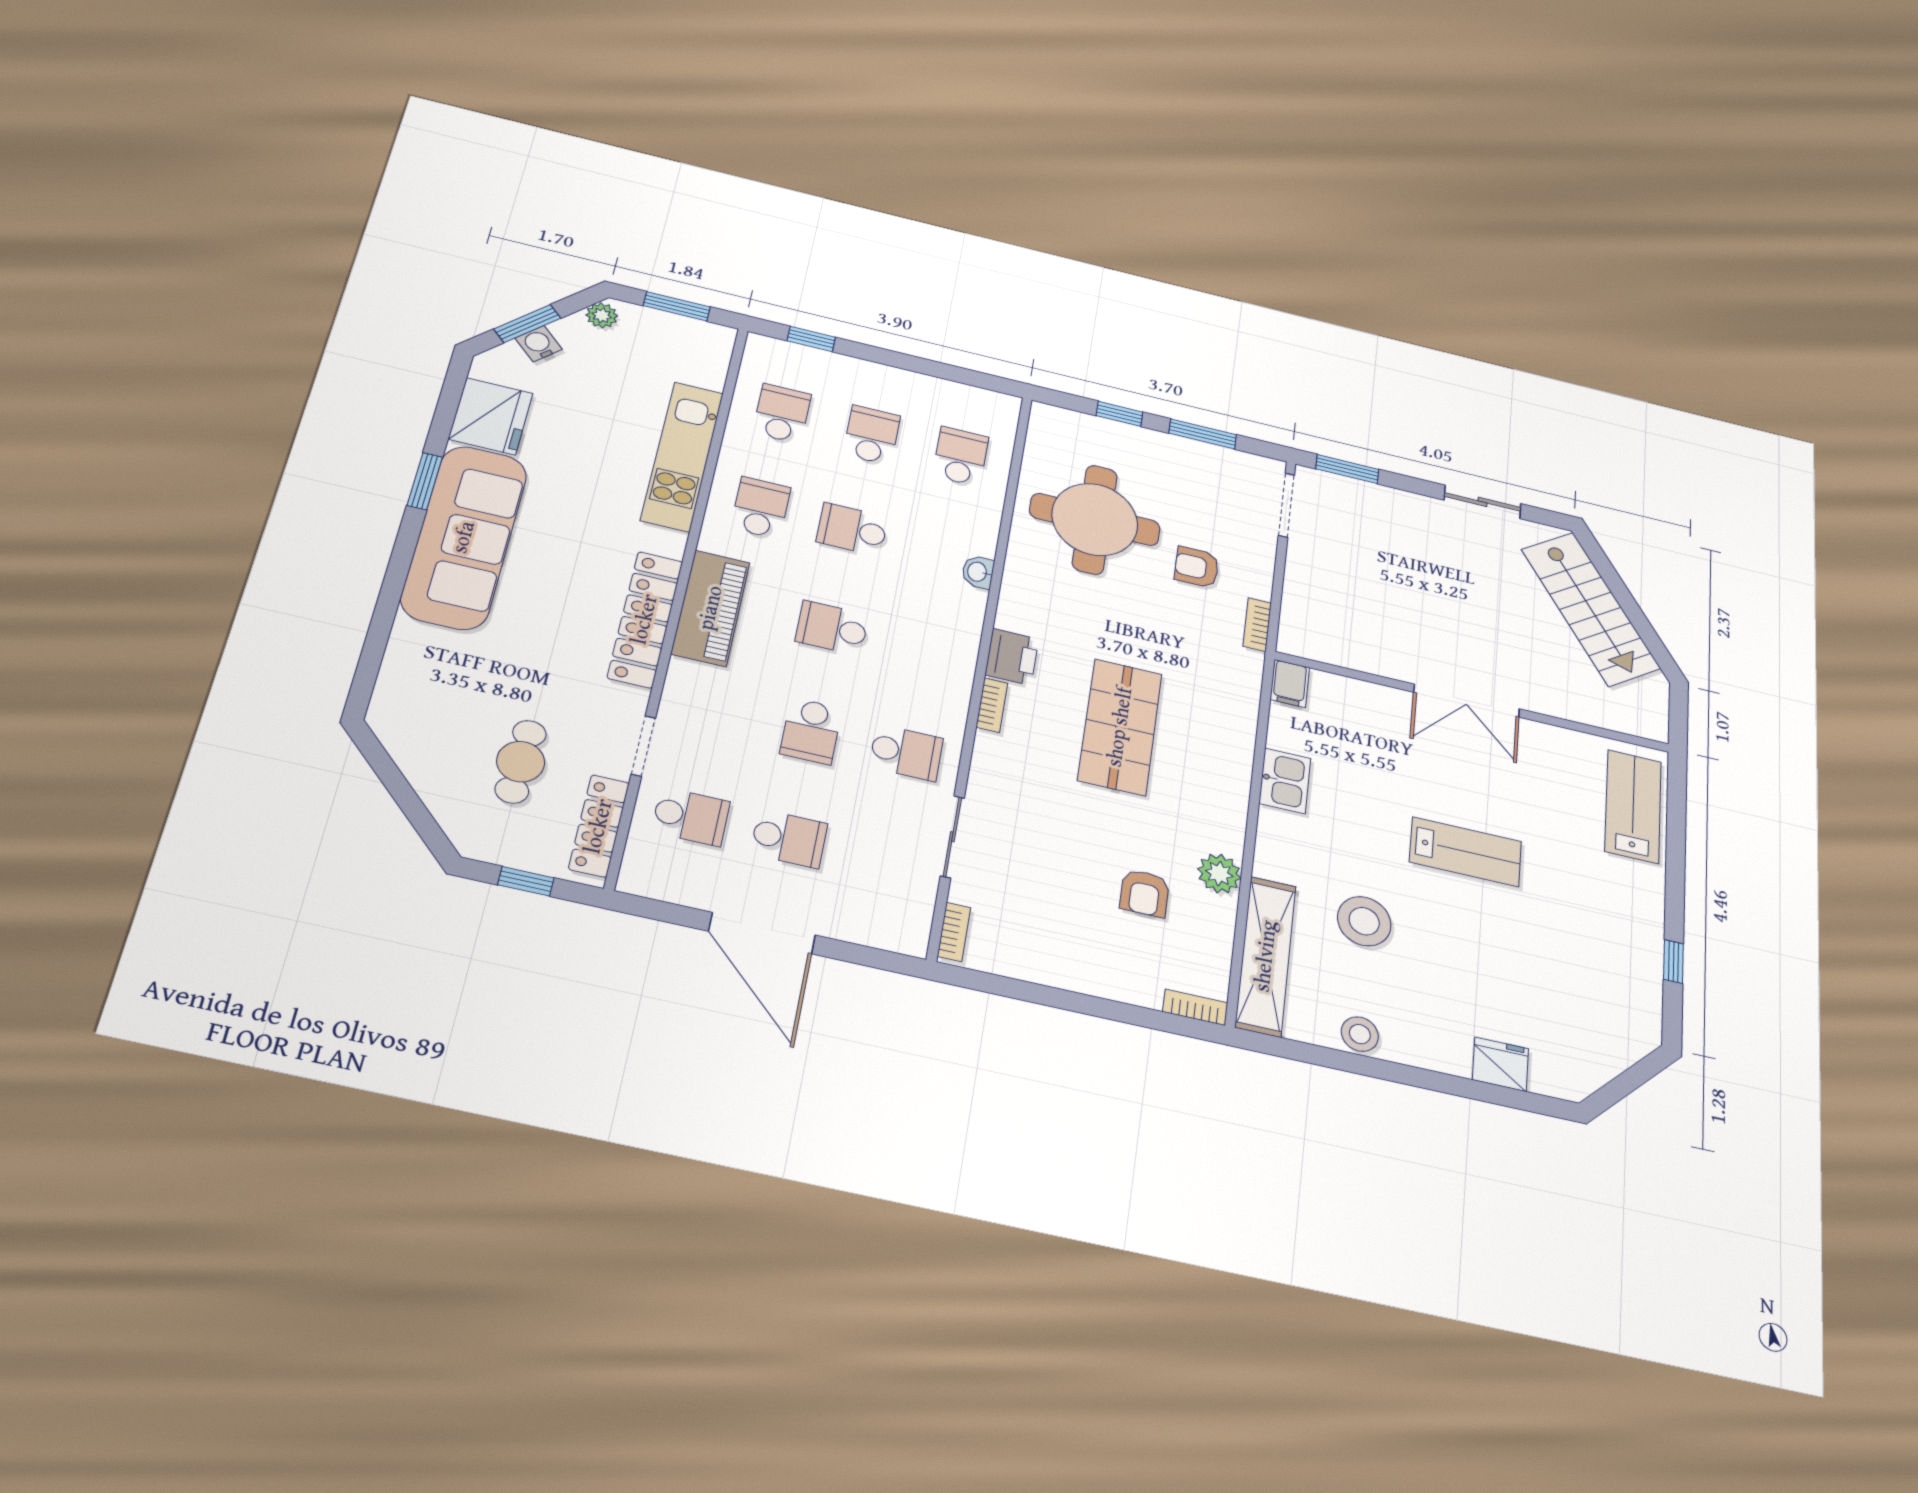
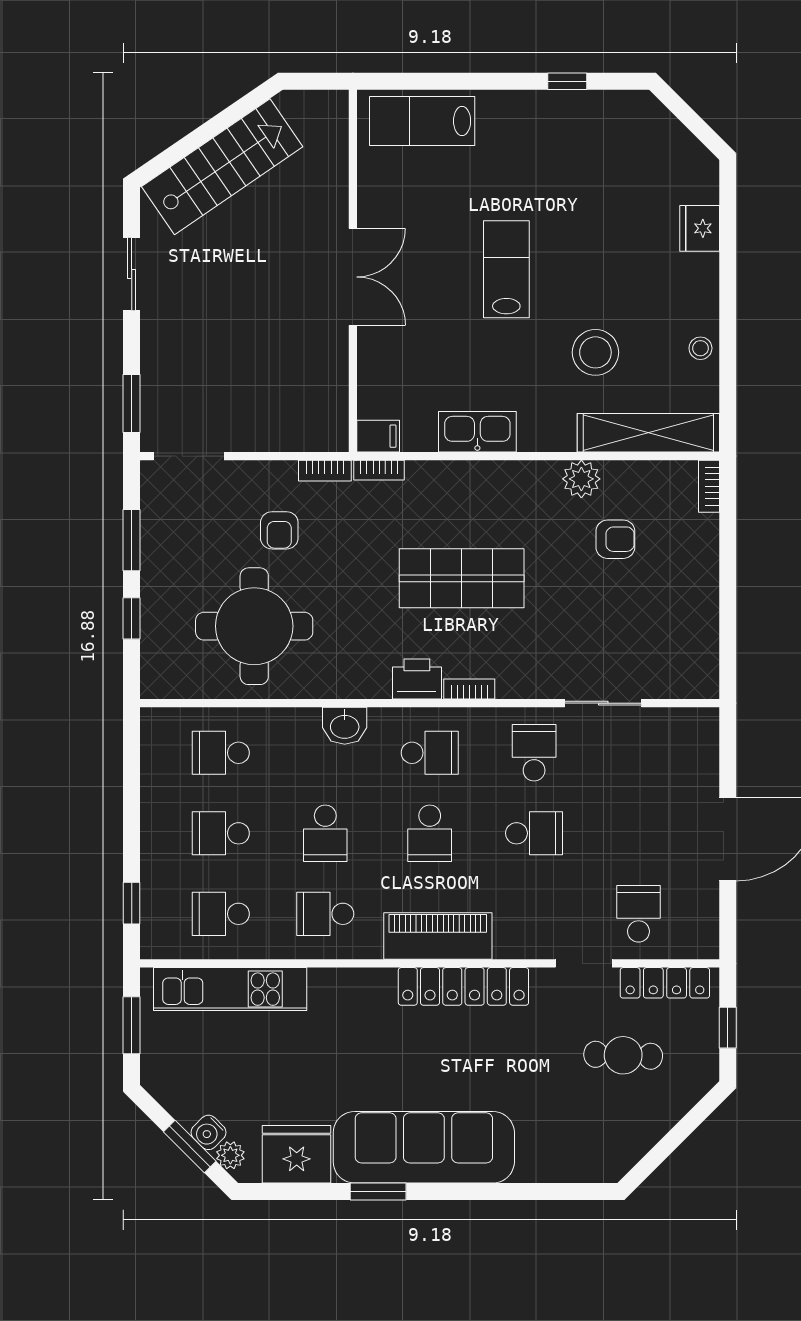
plant: (602, 315) -> (230, 1155), moved
kitchen unit: (682, 456) -> (230, 989), moved
washbasin: (978, 572) -> (345, 726), width x1.38, depth x1.45
kitchen sink: (1285, 781) -> (477, 432), width x1.38
school desk: (789, 839) -> (430, 753), moved, turned 90
bookcase: (954, 932) -> (379, 470), moved, turned 180
stool: (1360, 1034) -> (700, 348), width x0.73, depth x0.73

